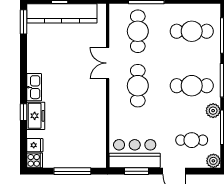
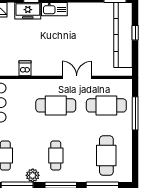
cafe table: (192, 86) -> (56, 156), width x0.73, depth x0.74
dishwasher: (98, 119) -> (25, 68), added

